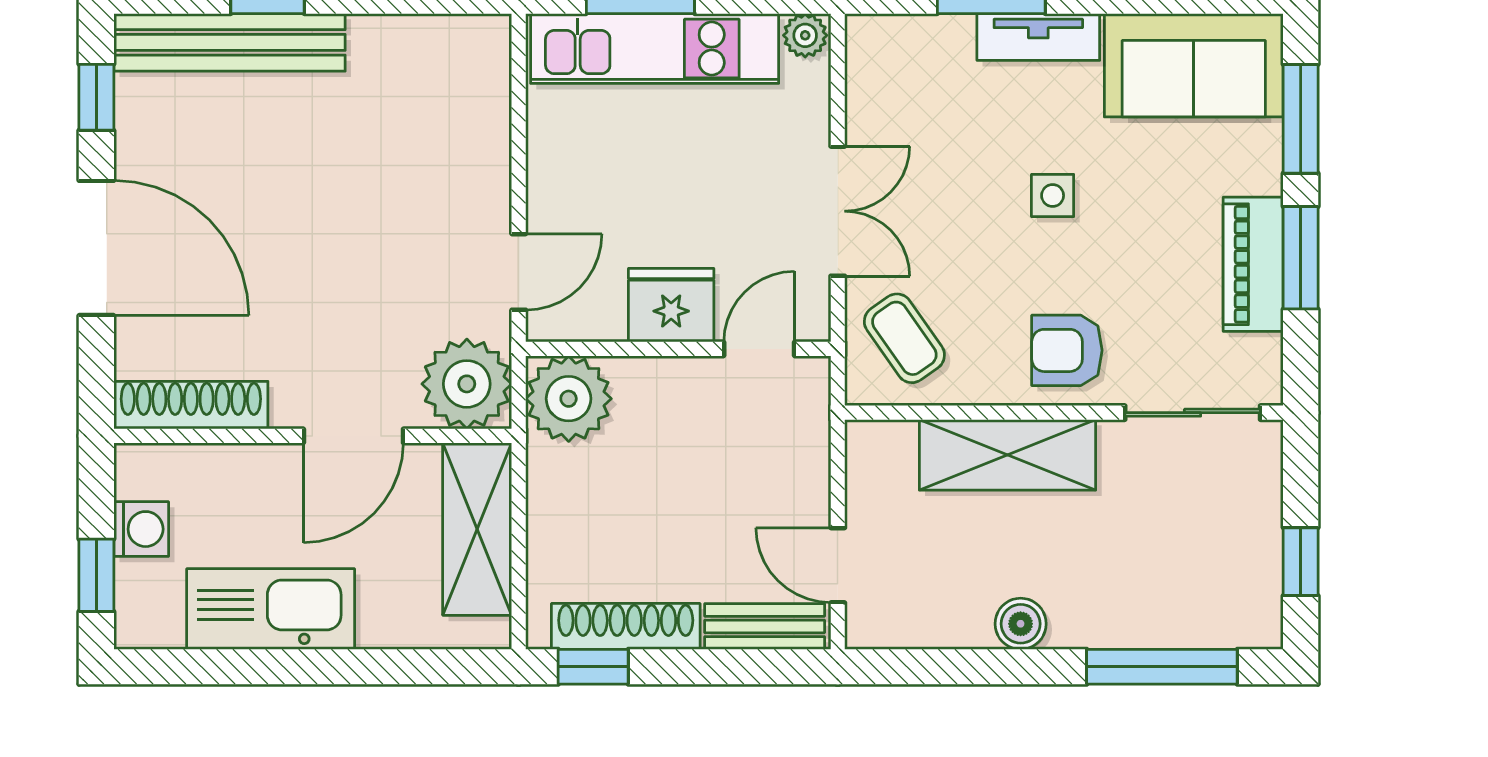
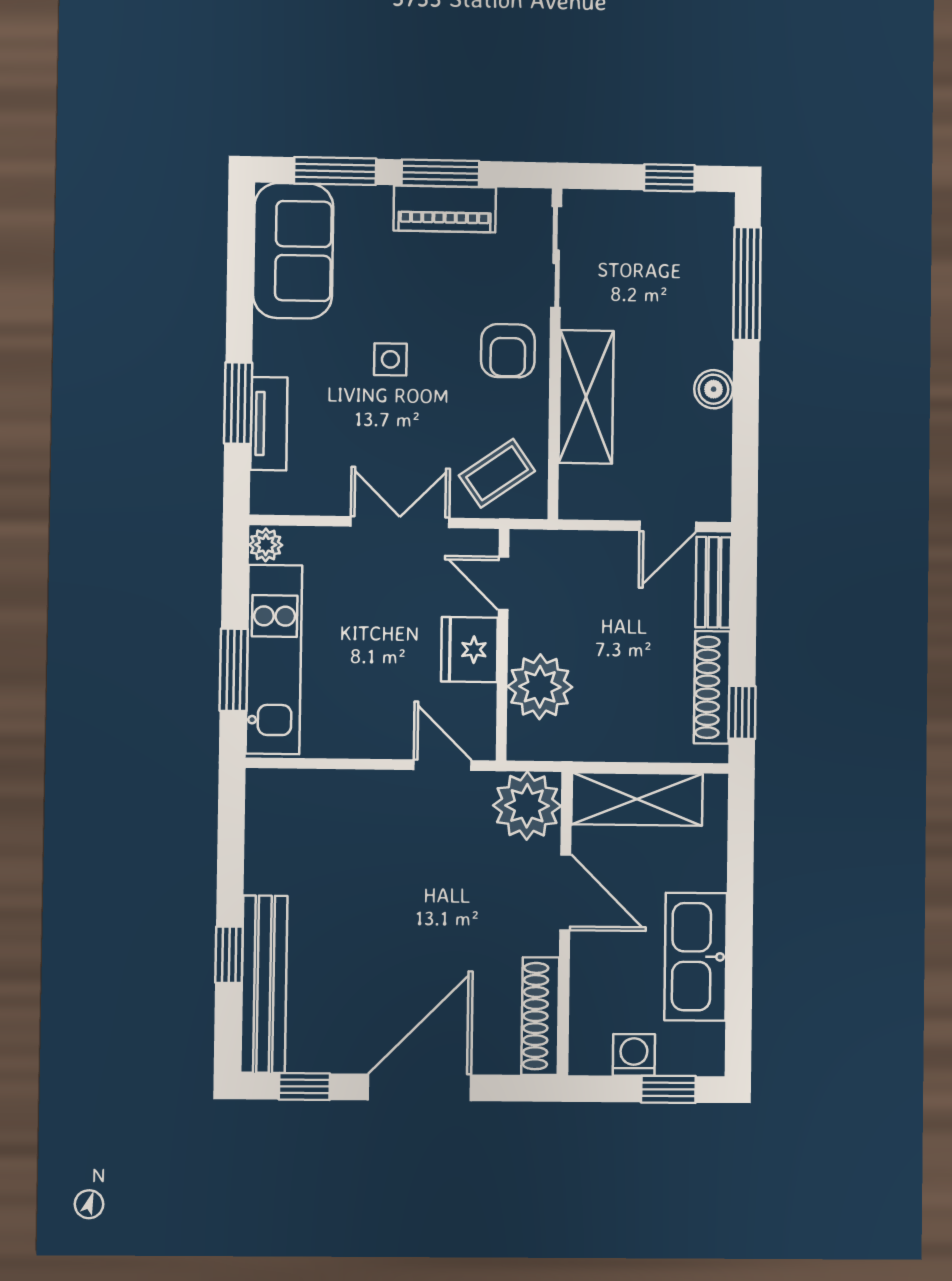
tv unit: (1038, 37) -> (269, 424), moved
plant: (569, 399) -> (540, 687), moved

